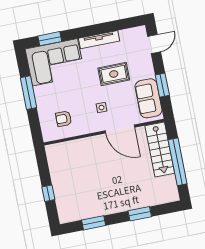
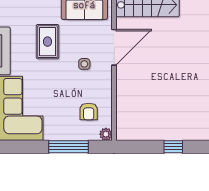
window: (28, 93) -> (69, 147), moved
plant: (48, 136) -> (106, 134), added

